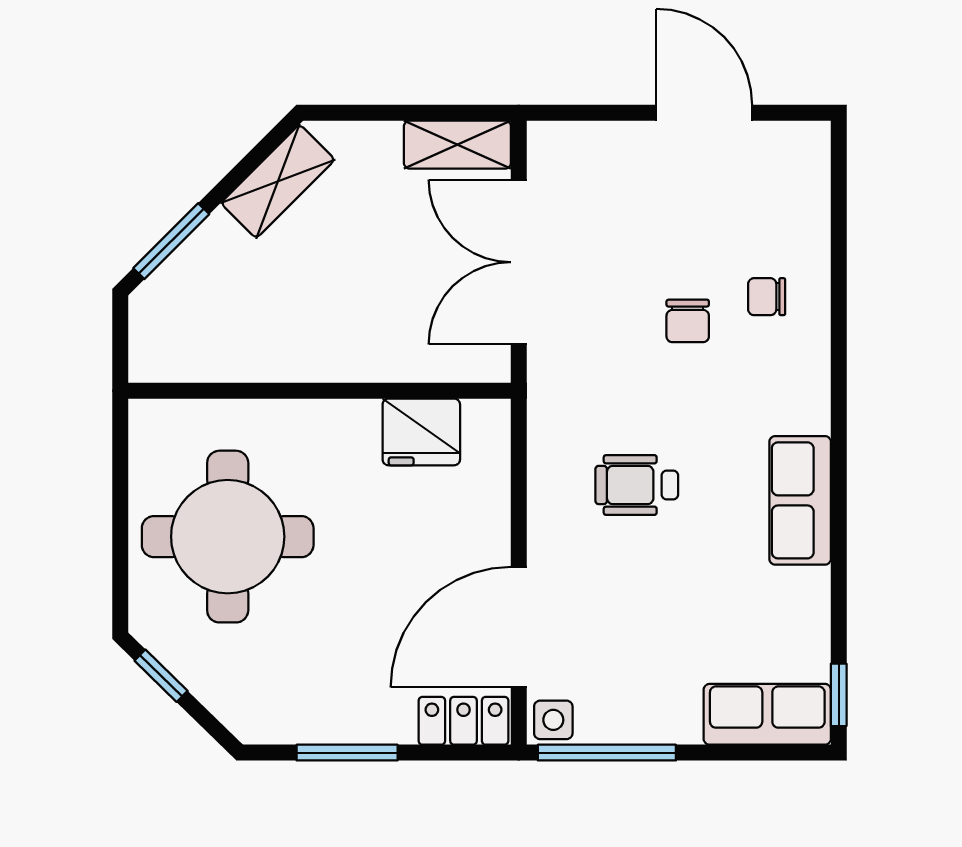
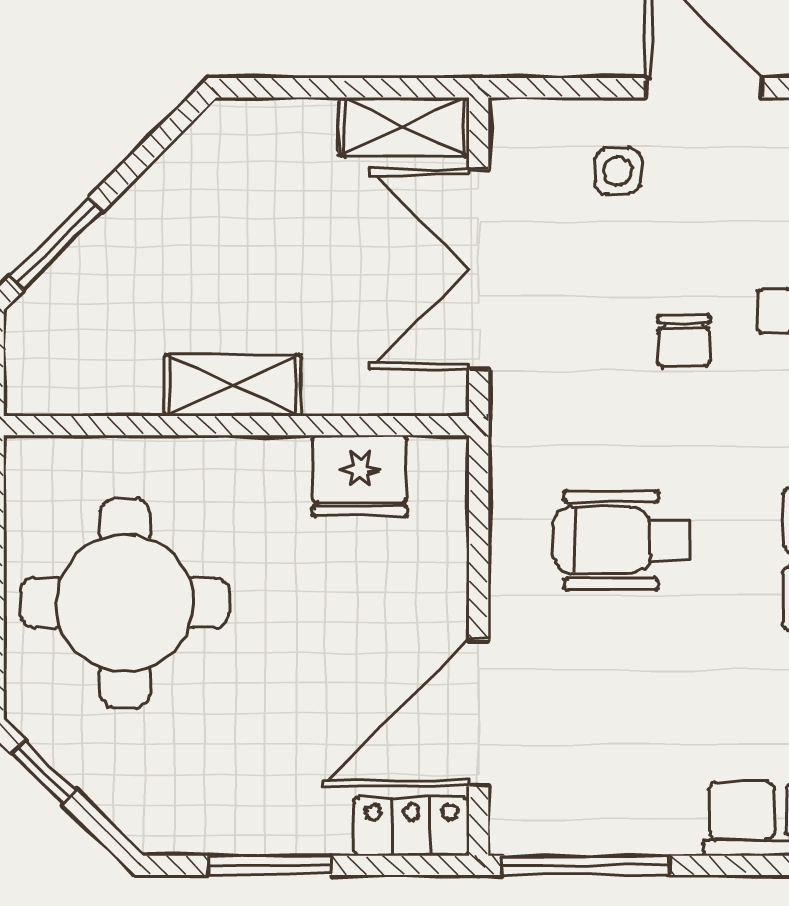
shelving: (278, 181) -> (232, 385), moved, turned 45
wheelchair: (637, 485) -> (622, 540), width x1.36, depth x1.37
side table: (553, 720) -> (618, 171), moved

